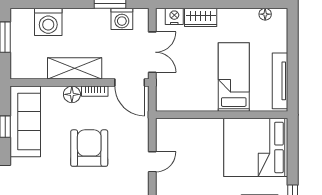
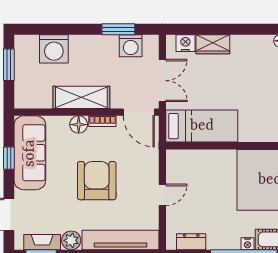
bed: (234, 77) -> (202, 126), moved, turned 90

